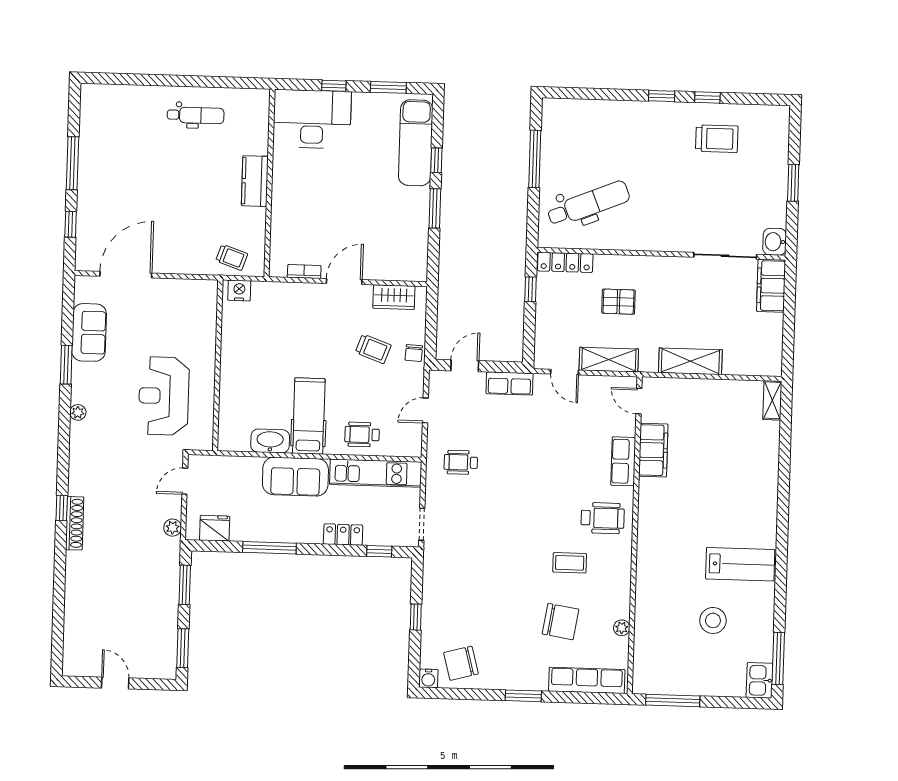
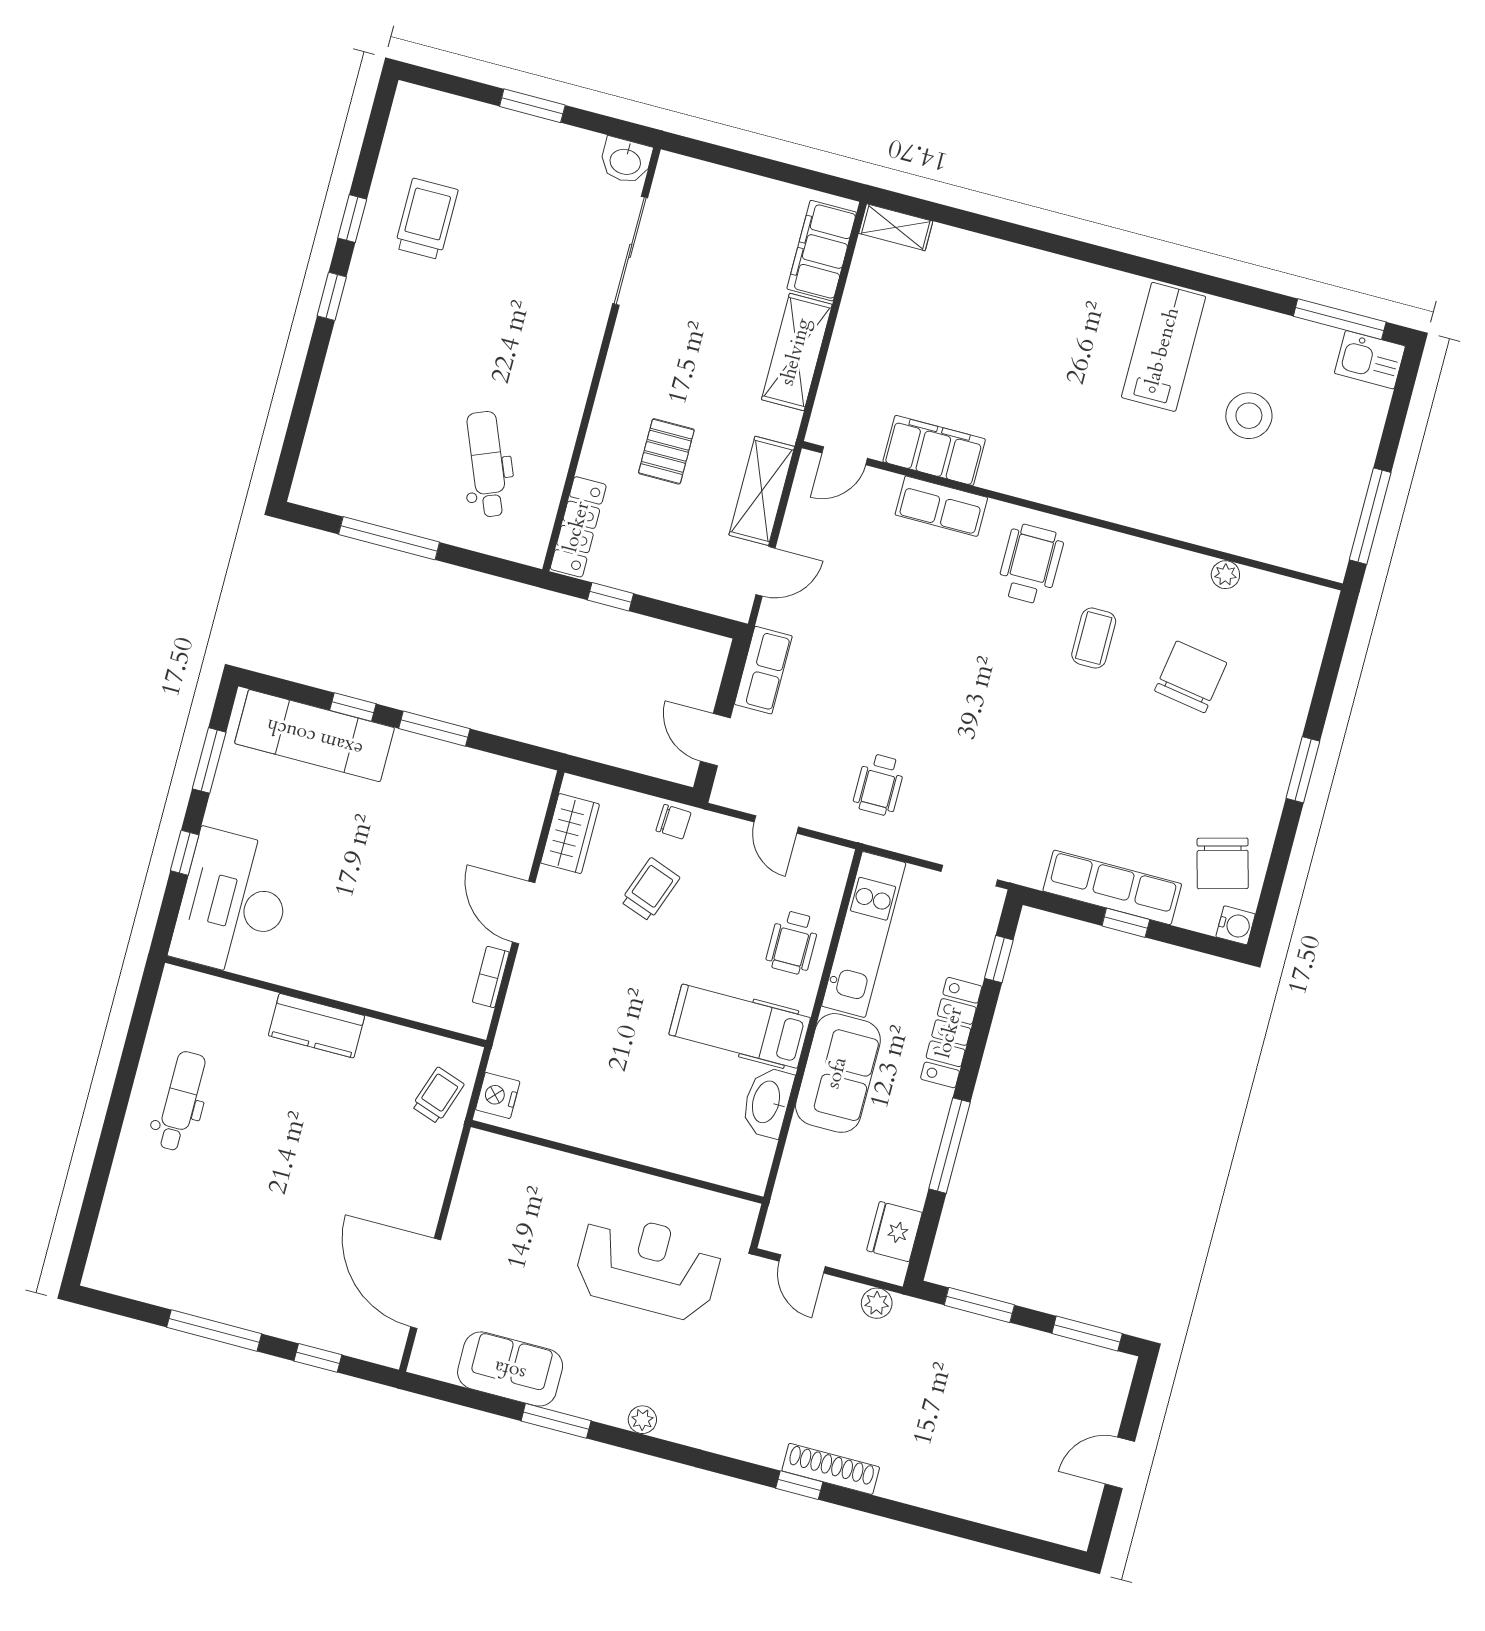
dental chair: (588, 204) -> (487, 464), width x0.73, depth x0.72
filing cabinet: (771, 286) -> (822, 251), moved, turned 90
reception desk: (164, 396) -> (648, 1266), turned 180
locker: (343, 535) -> (951, 1033), width x1.53
row of seats: (587, 680) -> (1112, 887), moved, turned 90

